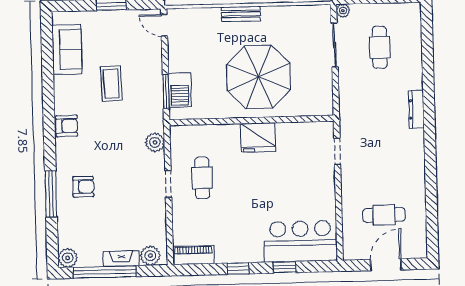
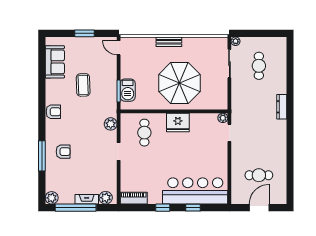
plant: (327, 129) -> (223, 118), added
cafe table: (202, 178) -> (144, 133), moved
bar counter: (300, 241) -> (195, 191), width x1.36

